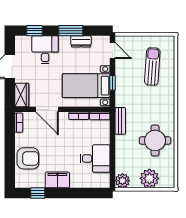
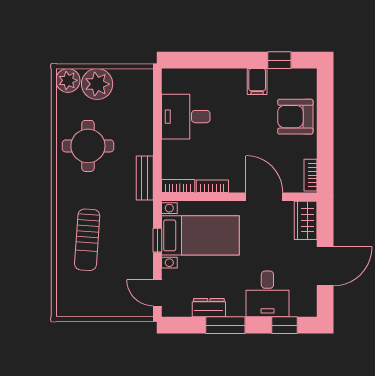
sun lounger: (152, 67) -> (87, 240), moved
filing cabinet: (57, 180) -> (257, 82), width x0.50
plant: (122, 181) -> (68, 80), moved

